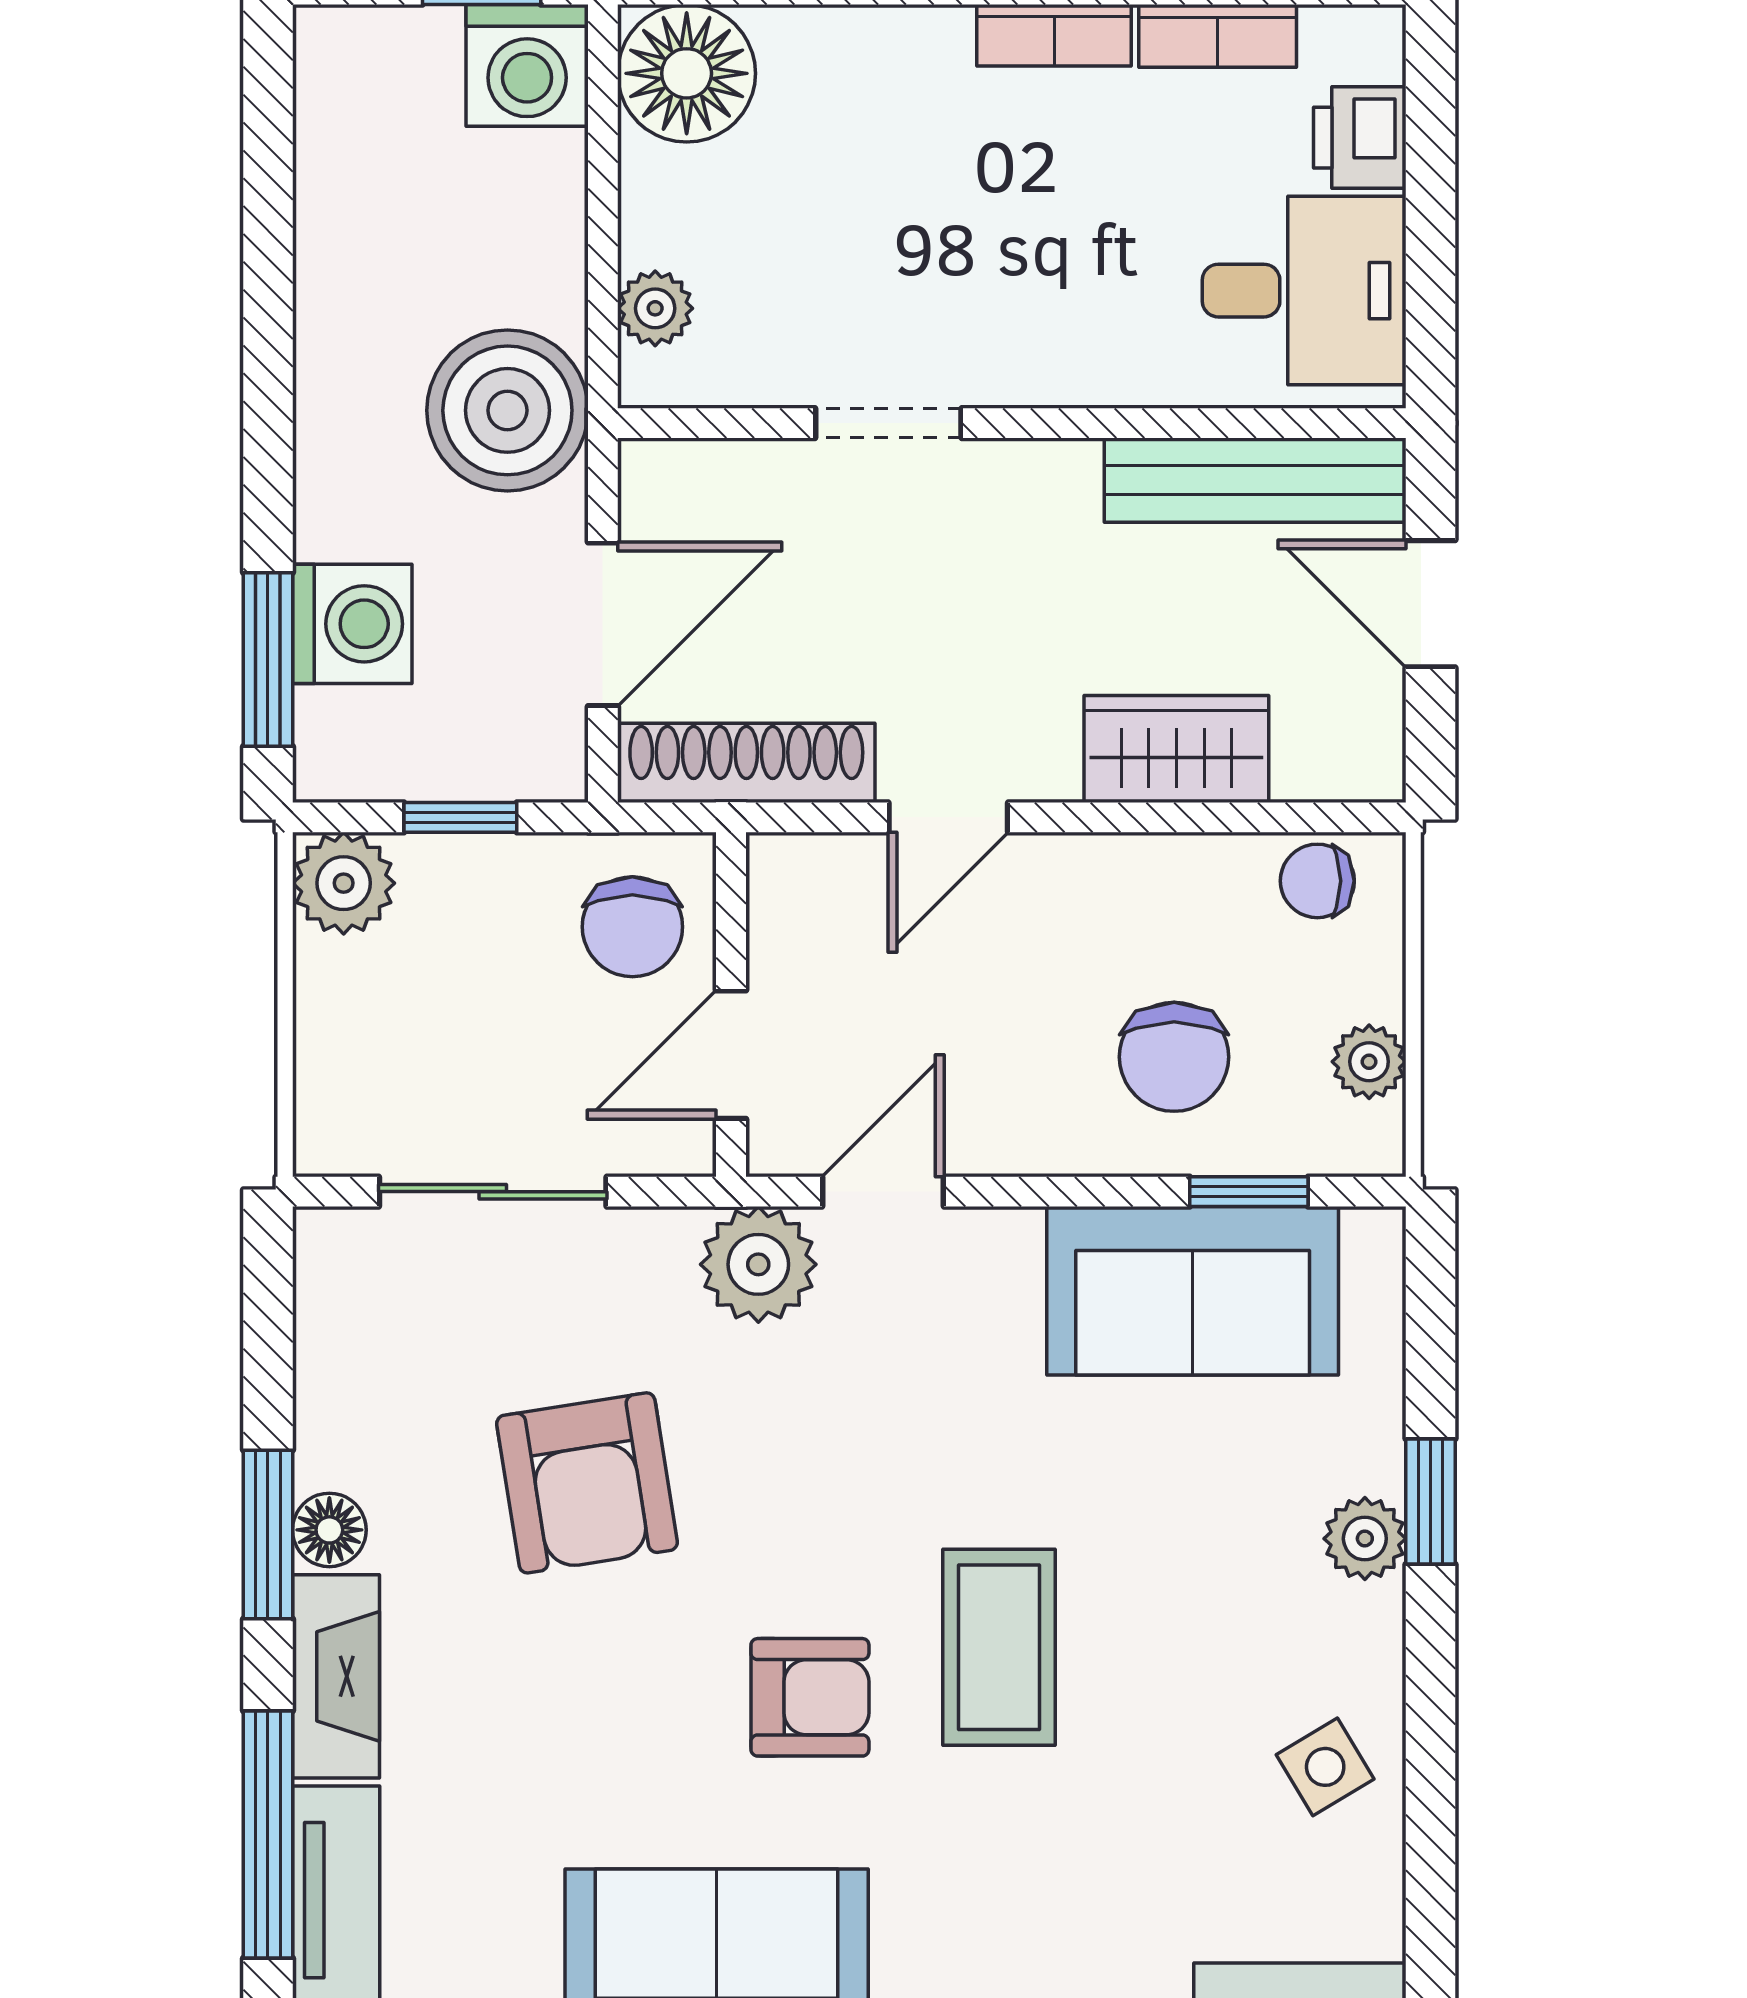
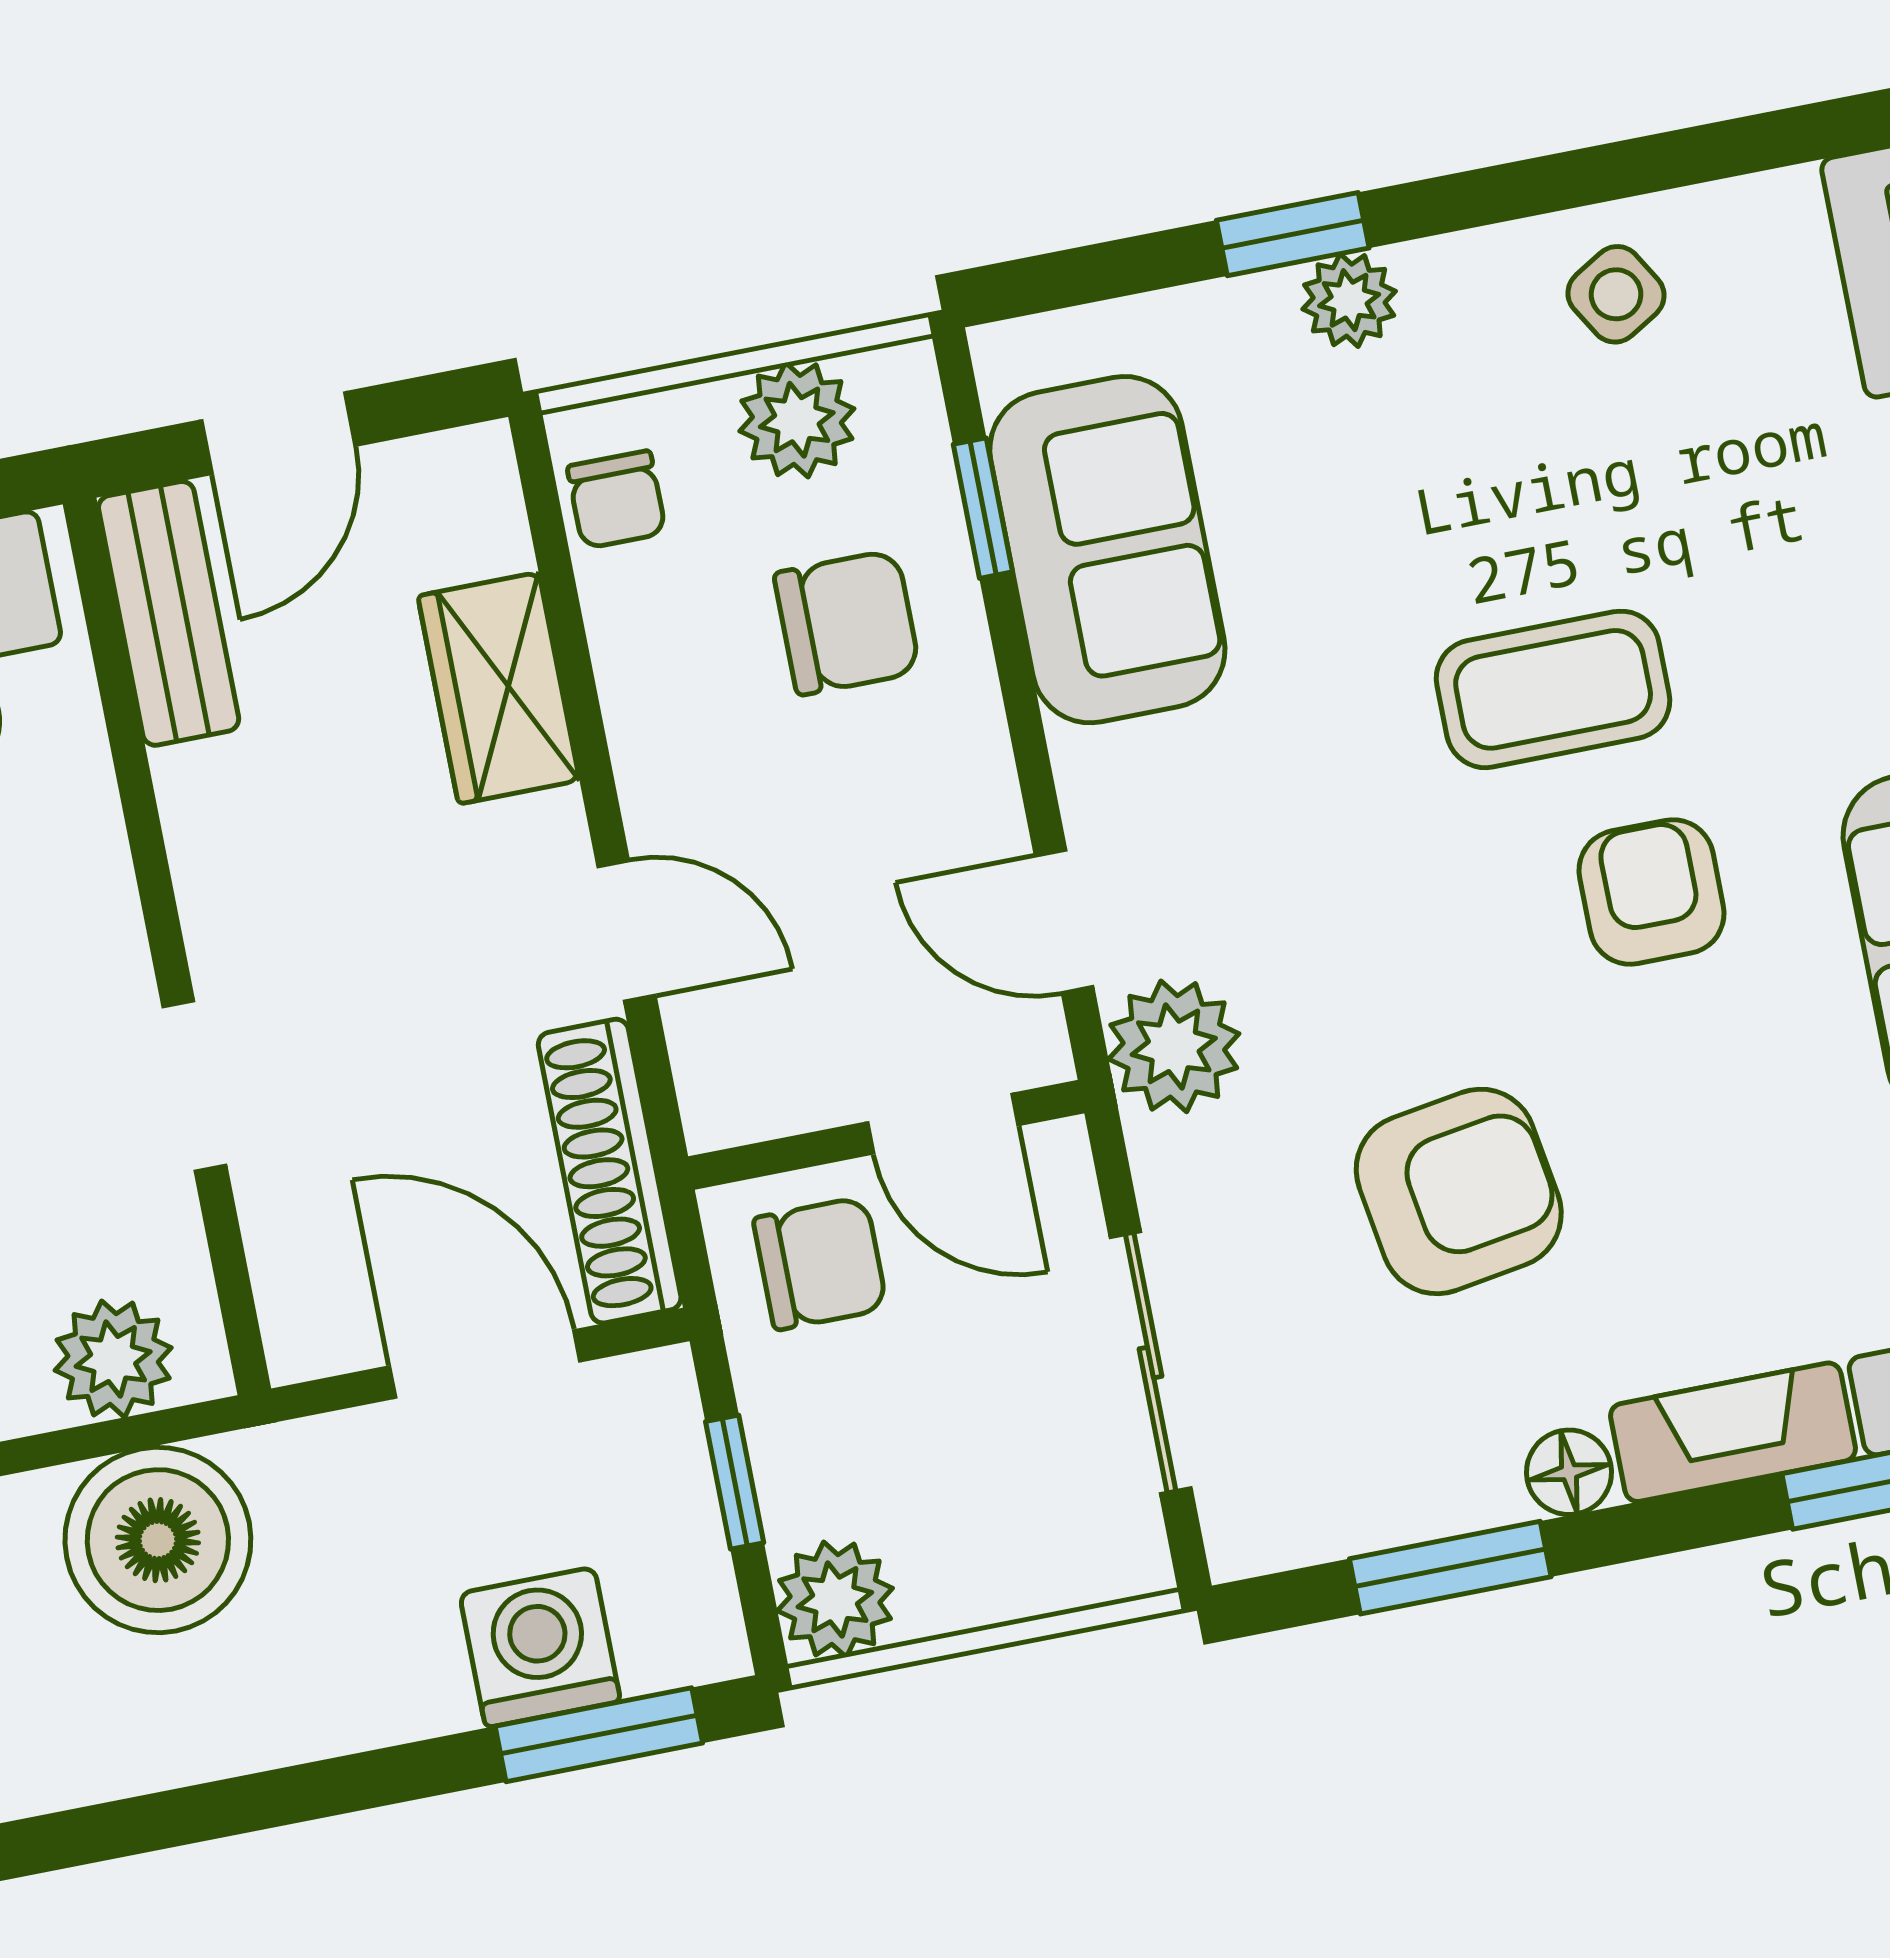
plant: (655, 308) -> (113, 1359), width x1.38, depth x1.38
boiler: (507, 410) -> (158, 1540), moved
bench: (1255, 480) -> (169, 613), width x0.73
plant: (1369, 1062) -> (797, 420), width x1.38, depth x1.38
window: (268, 1535) -> (1450, 1568), moved

